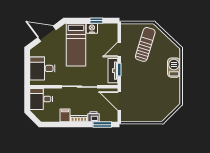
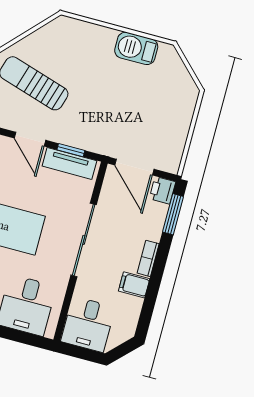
barbecue: (174, 68) -> (136, 48), moved
door: (119, 101) -> (134, 167), hinge flipped
printer: (94, 117) -> (162, 190), moved

